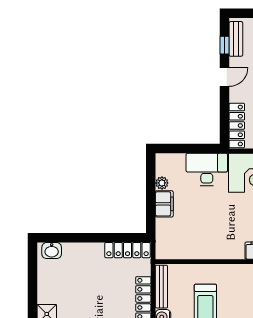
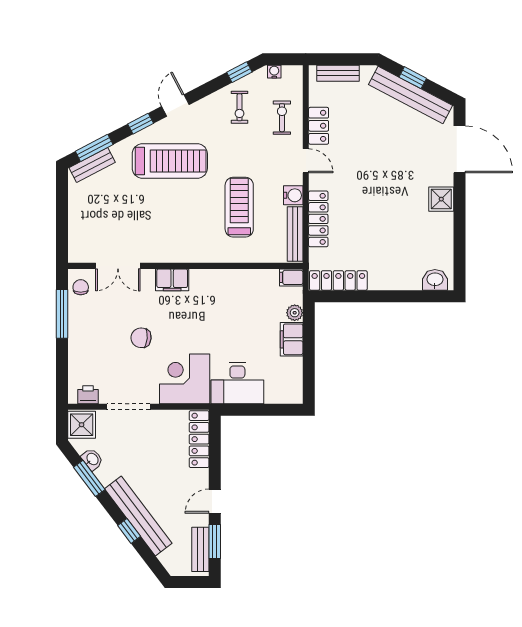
window: (225, 45) -> (215, 542), width x1.50
plant: (162, 183) -> (295, 313), moved
filing cabinet: (164, 252) -> (291, 277), added

